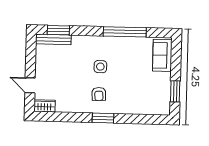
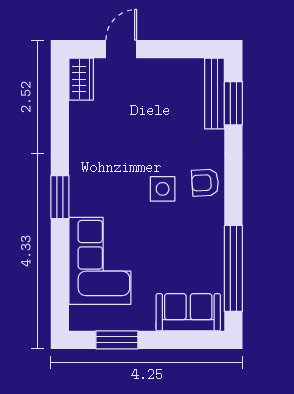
window: (125, 32) -> (233, 268), moved
armchair: (99, 94) -> (205, 183), moved
corner sofa: (135, 99) -> (100, 261), added

